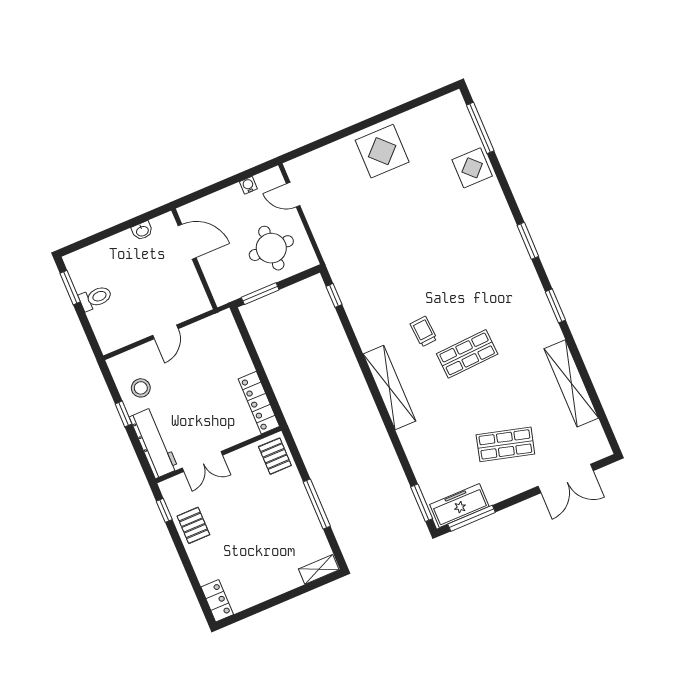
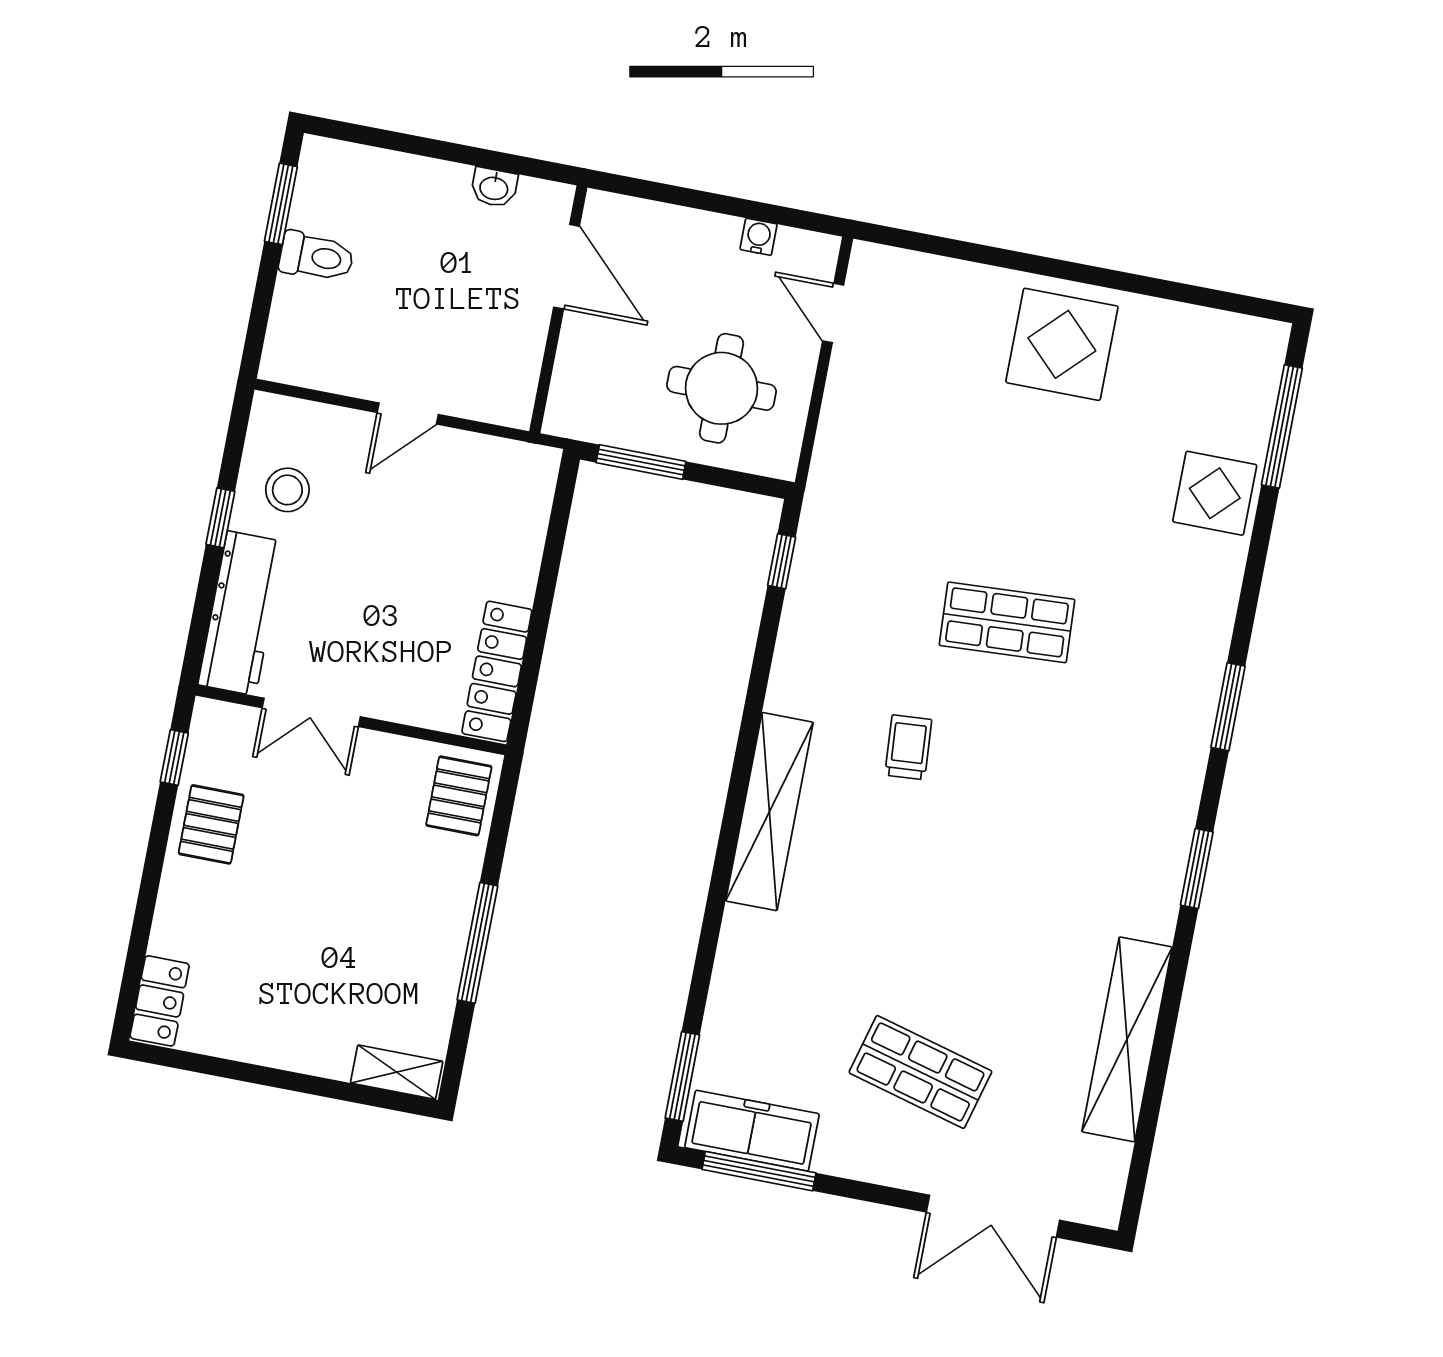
shop shelf: (467, 354) -> (1007, 622), moved

